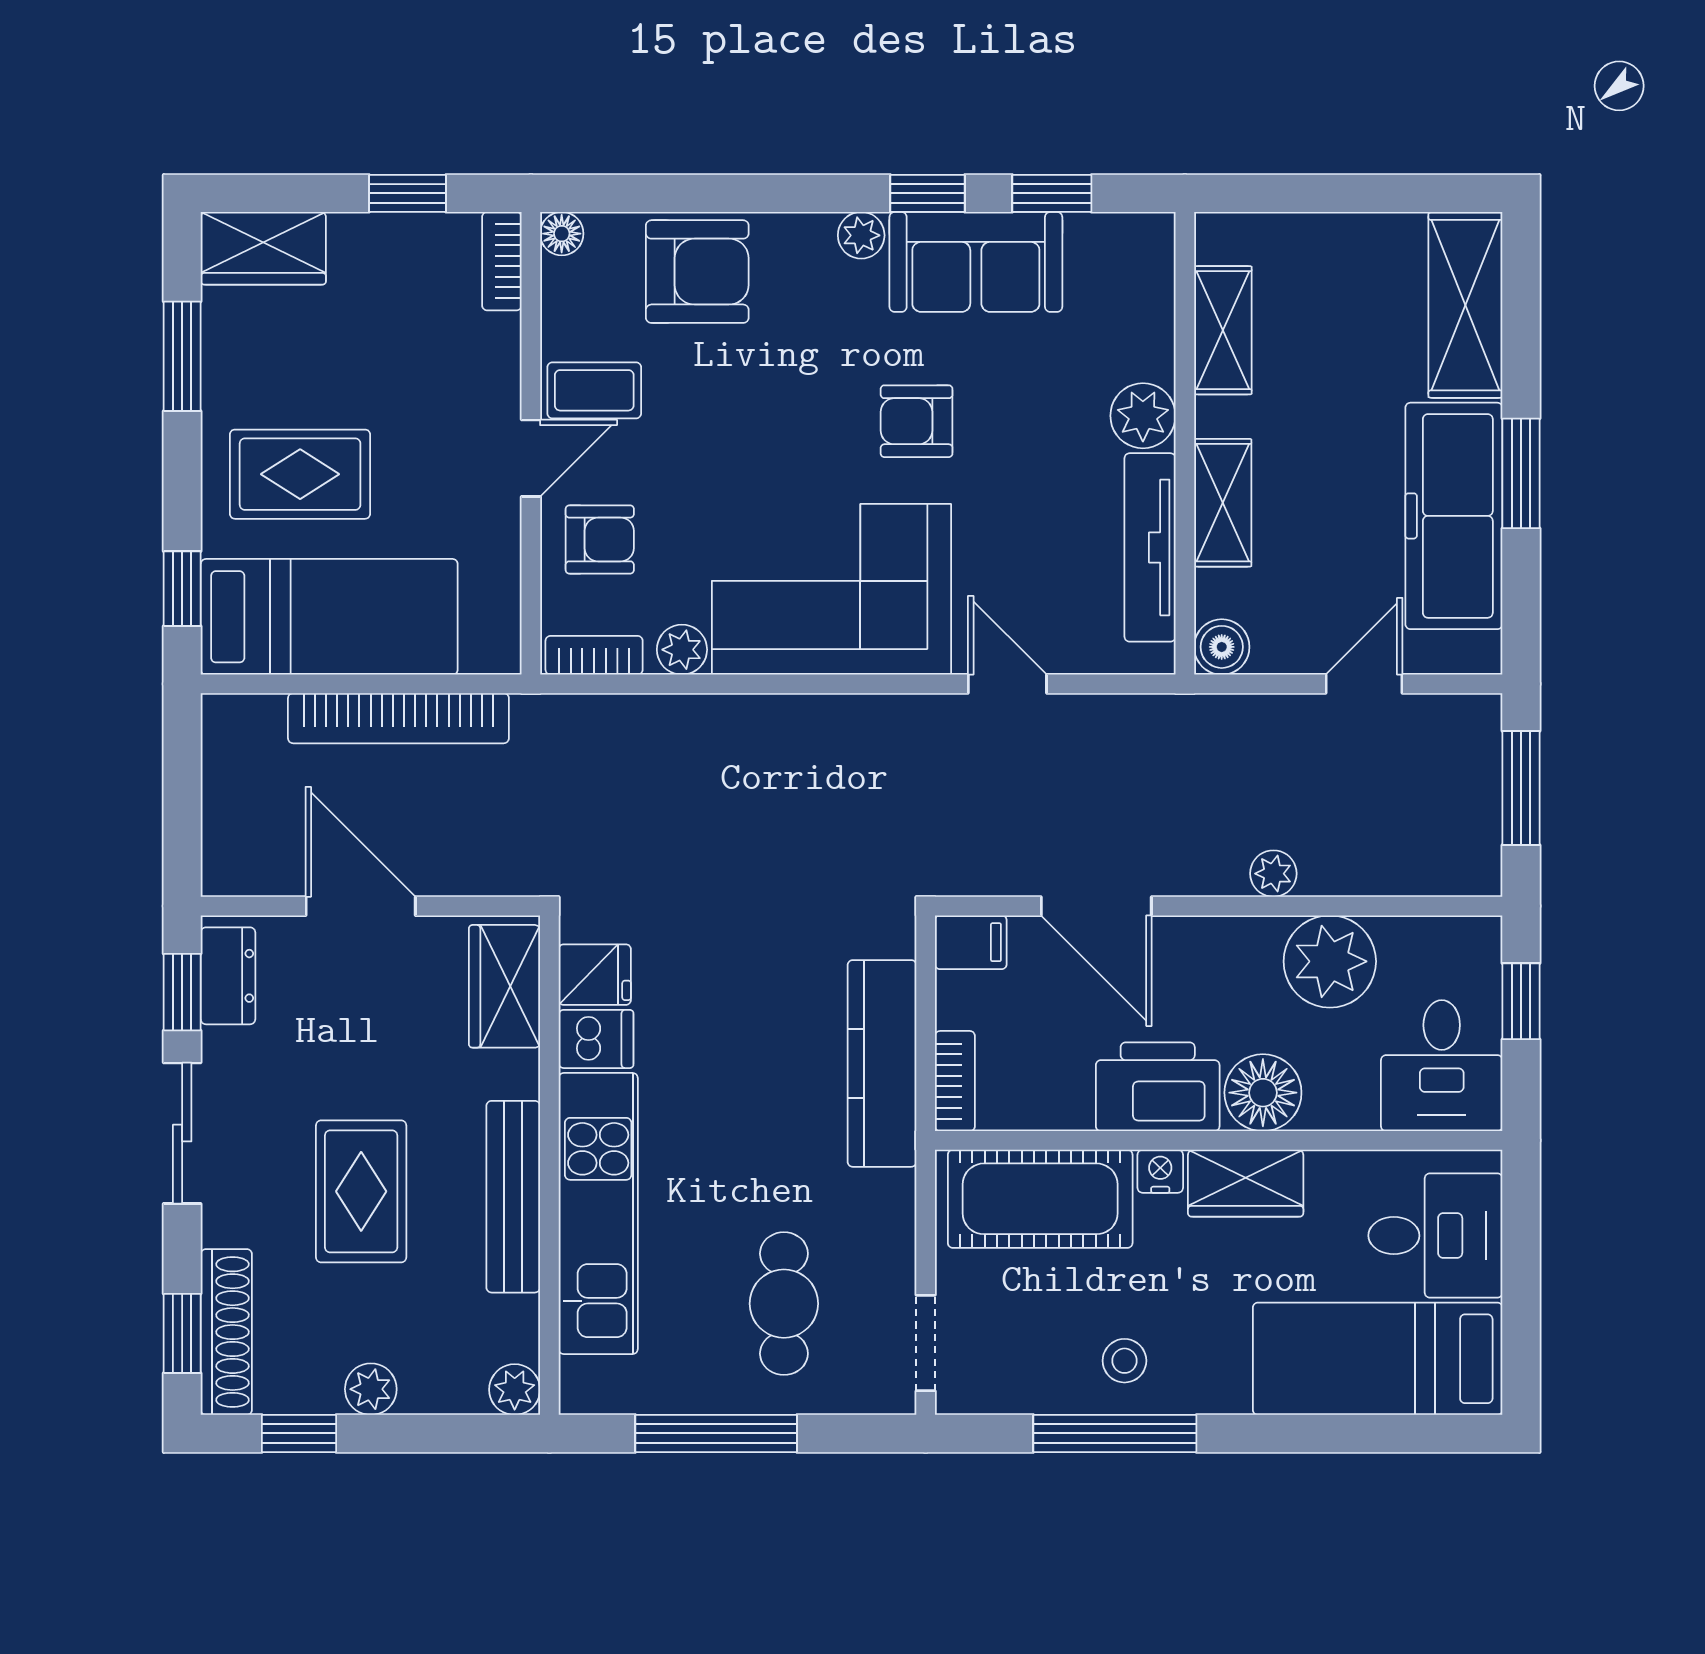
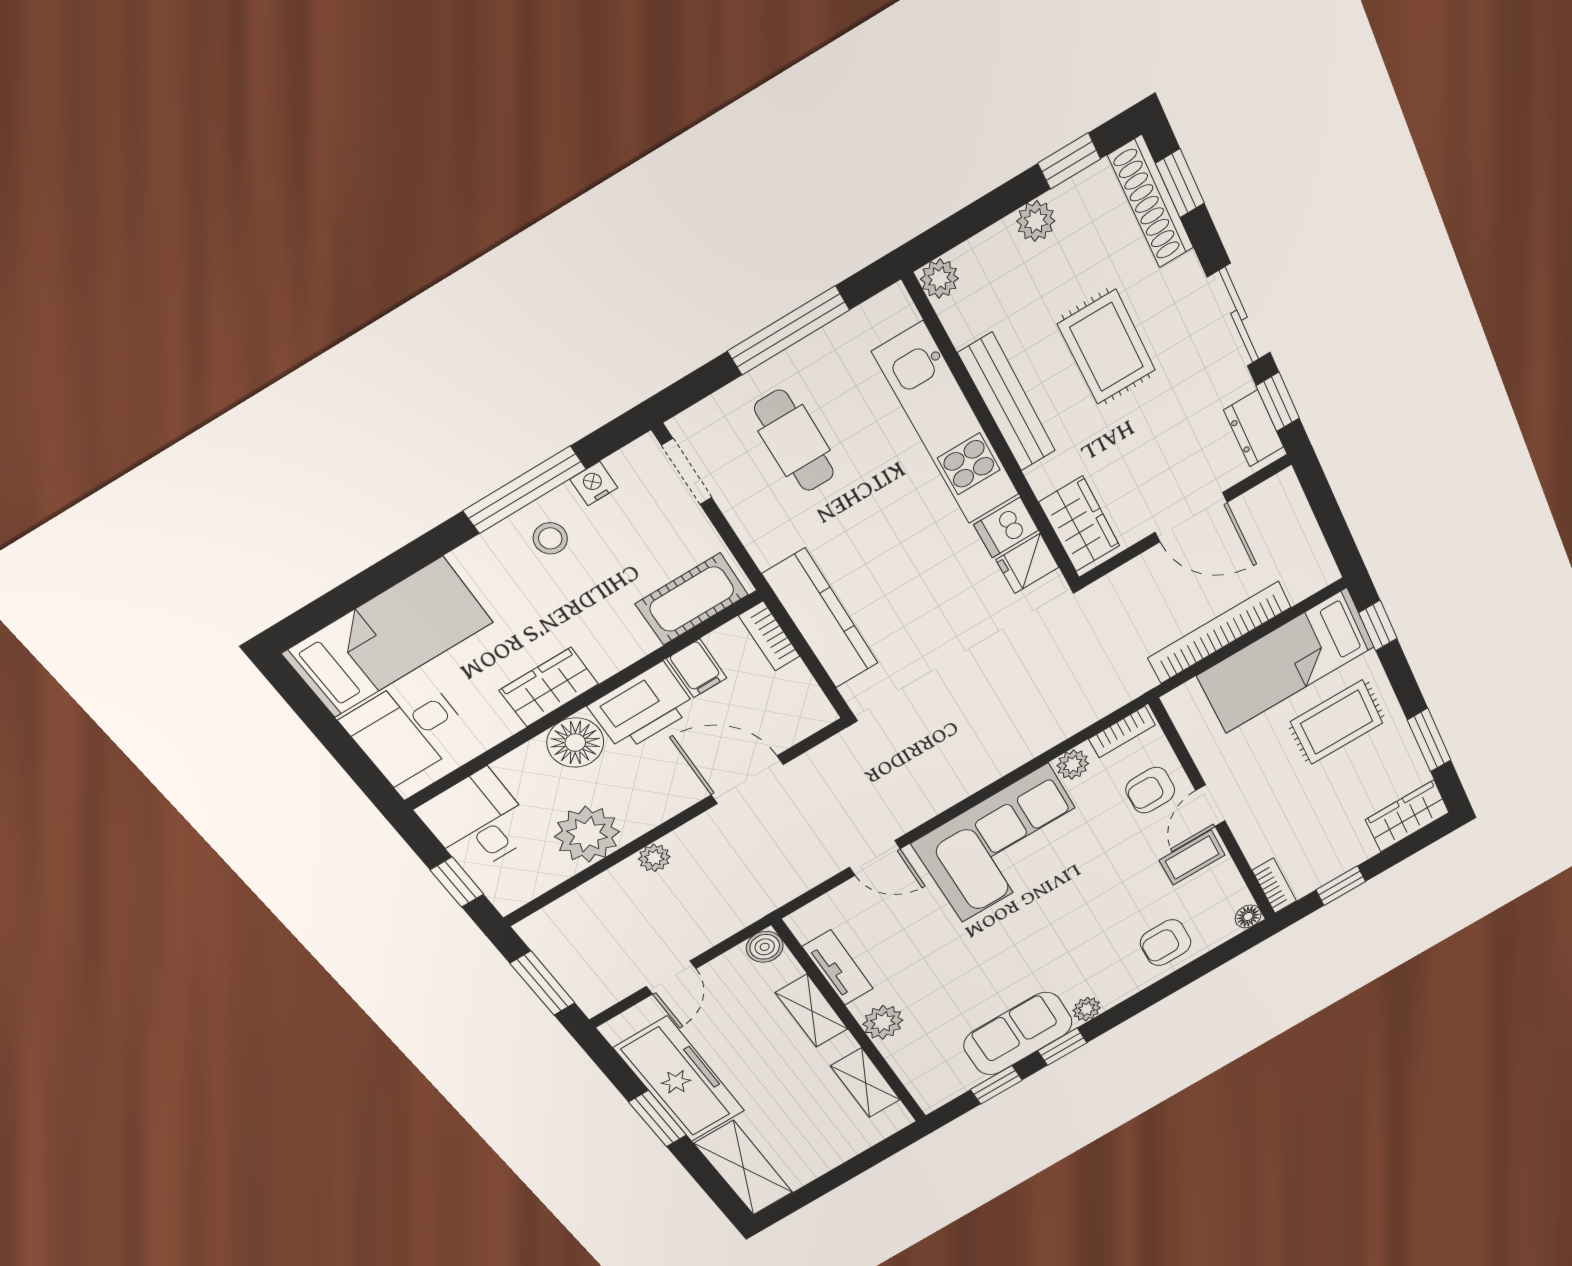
armchair: (697, 272) -> (1166, 943), width x0.72, depth x0.72
armchair: (917, 421) -> (1006, 948), removed
tv unit: (1150, 547) -> (838, 968), width x0.71
filing cabinet: (971, 942) -> (697, 668), moved, turned -90
nightstand: (1160, 1171) -> (594, 484), moved, turned 180
cot: (1040, 1199) -> (692, 599), width x0.73, depth x0.75

